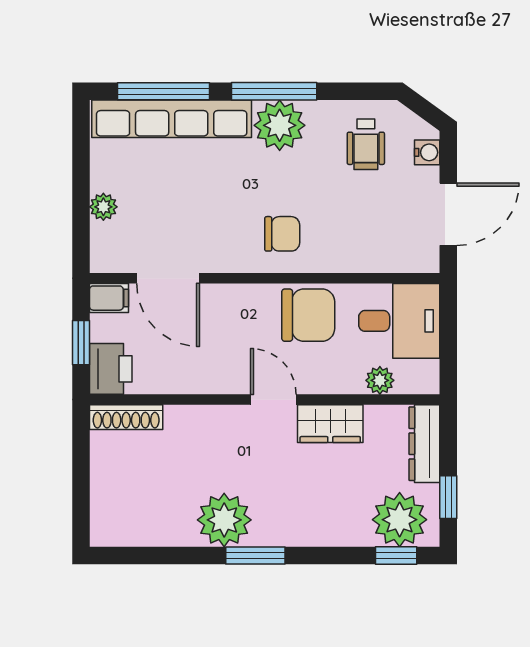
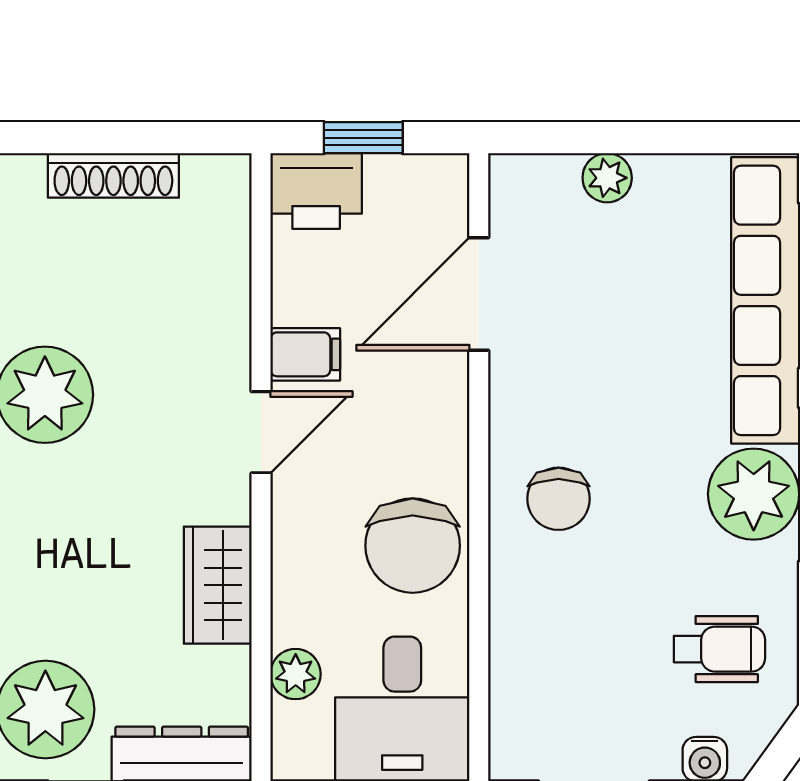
wheelchair: (366, 144) -> (719, 649), turned 180
filing cabinet: (109, 298) -> (305, 354), moved, turned -90
door: (273, 400) -> (261, 432), moved
shoe rack: (126, 417) -> (113, 175), moved, turned -90

